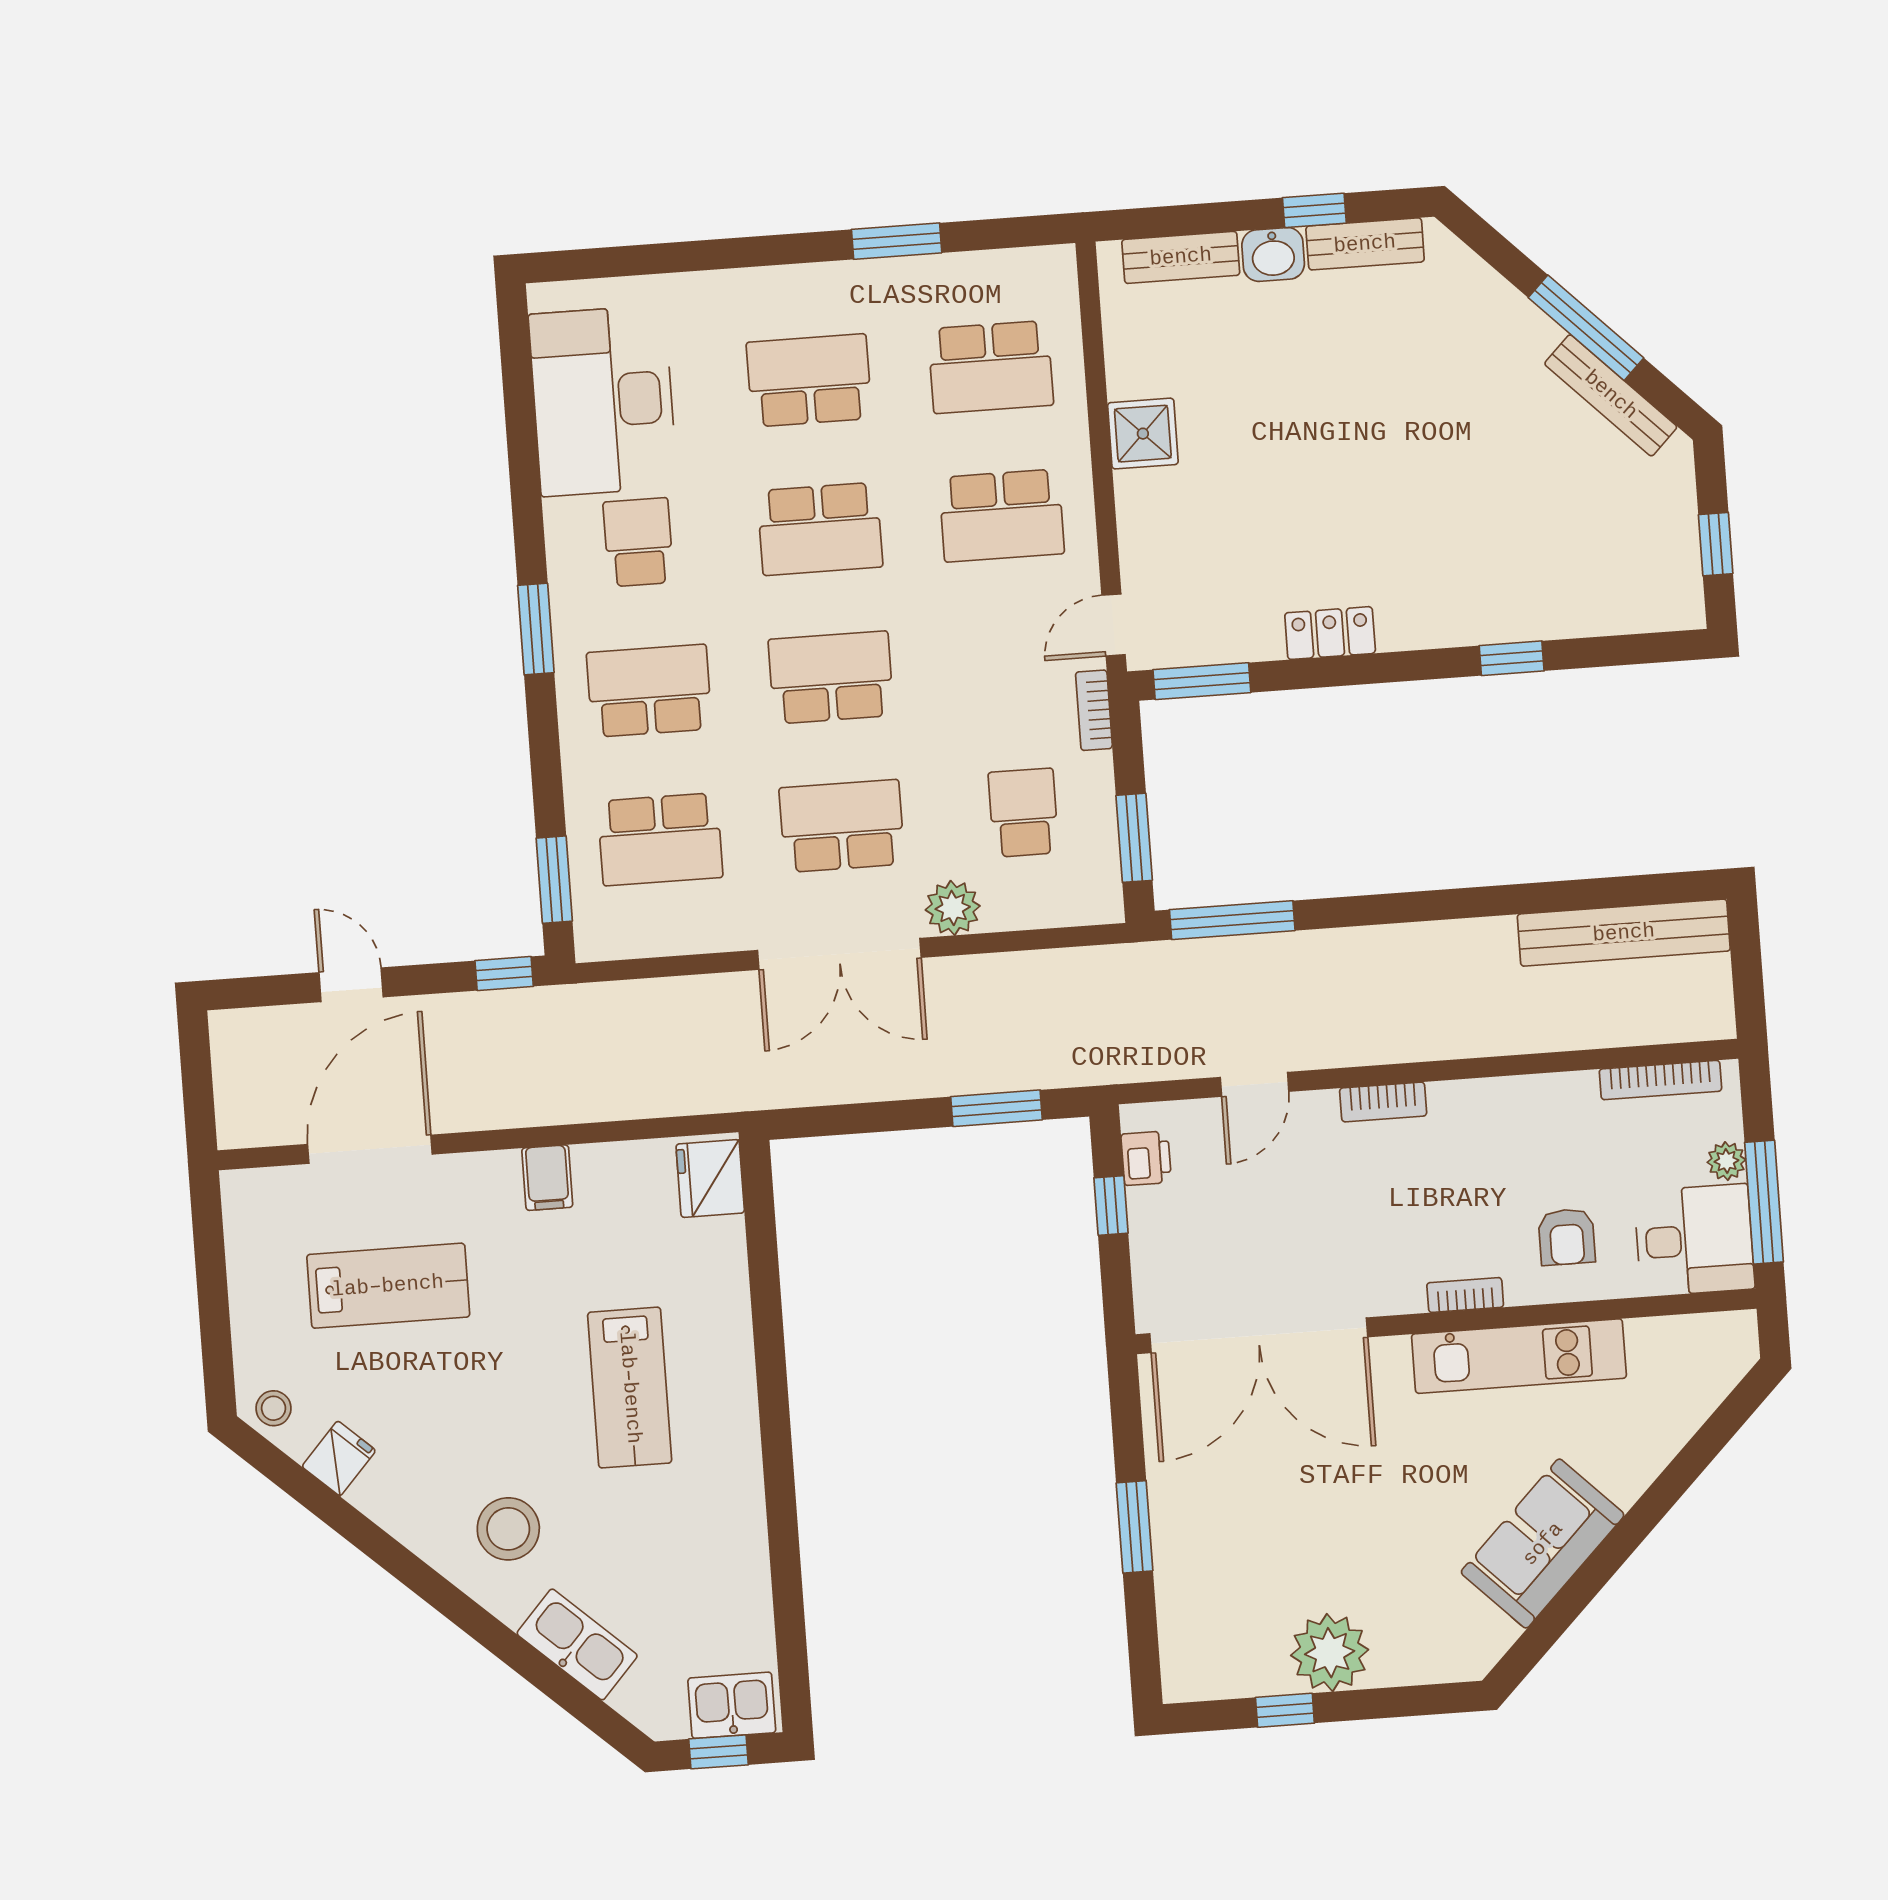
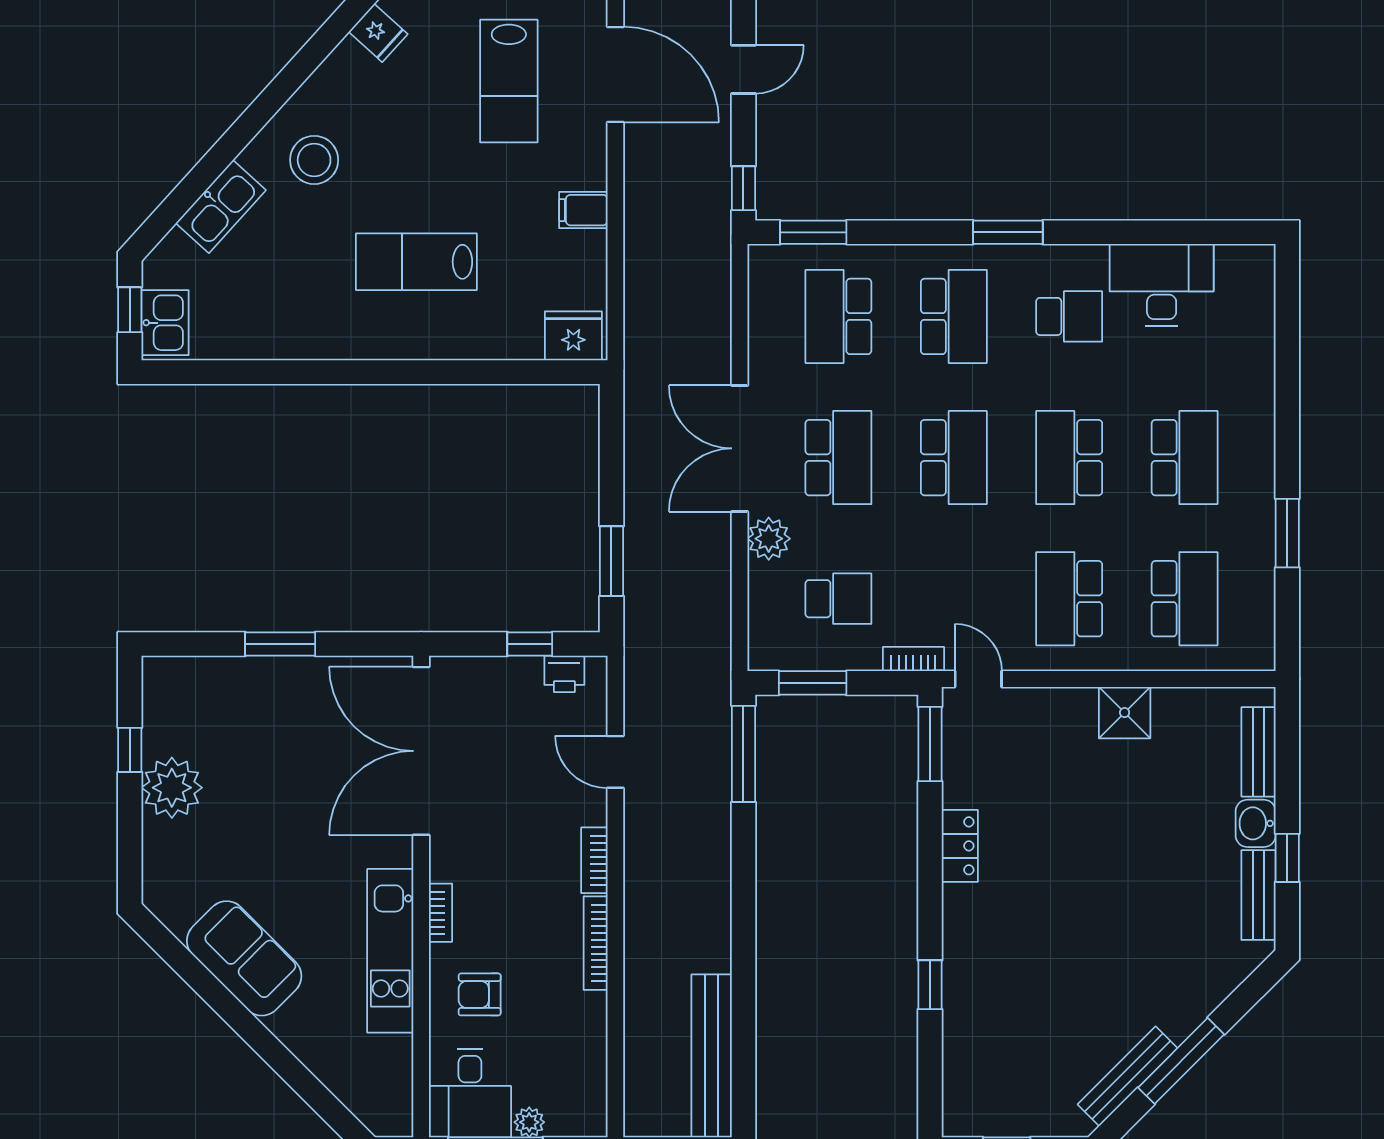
school desk: (991, 367) -> (1185, 599), turned 180
desk: (603, 401) -> (1162, 285), width x0.73, depth x0.77
bookcase: (1660, 1080) -> (596, 943), moved

